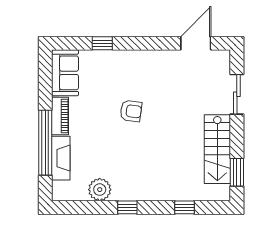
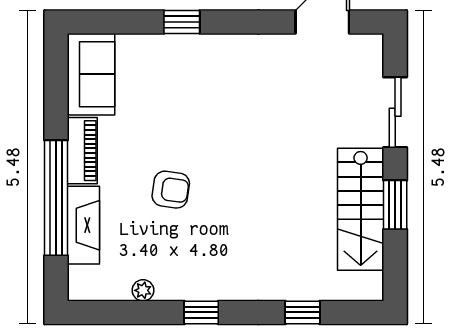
window: (102, 43) -> (182, 22), moved
armchair: (131, 111) -> (171, 190), moved
window: (237, 172) -> (395, 205), moved
plant: (100, 190) -> (143, 290), width x0.53, depth x0.53

